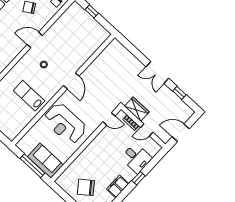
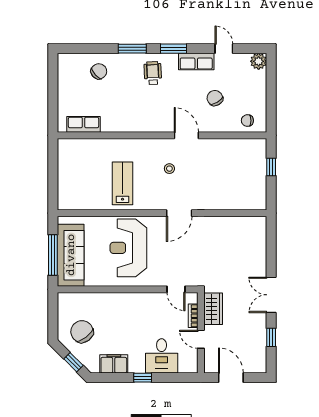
sofa: (45, 161) -> (71, 255), width x1.36

